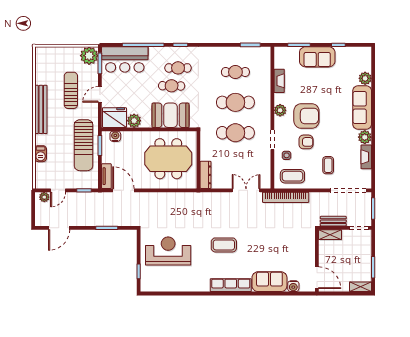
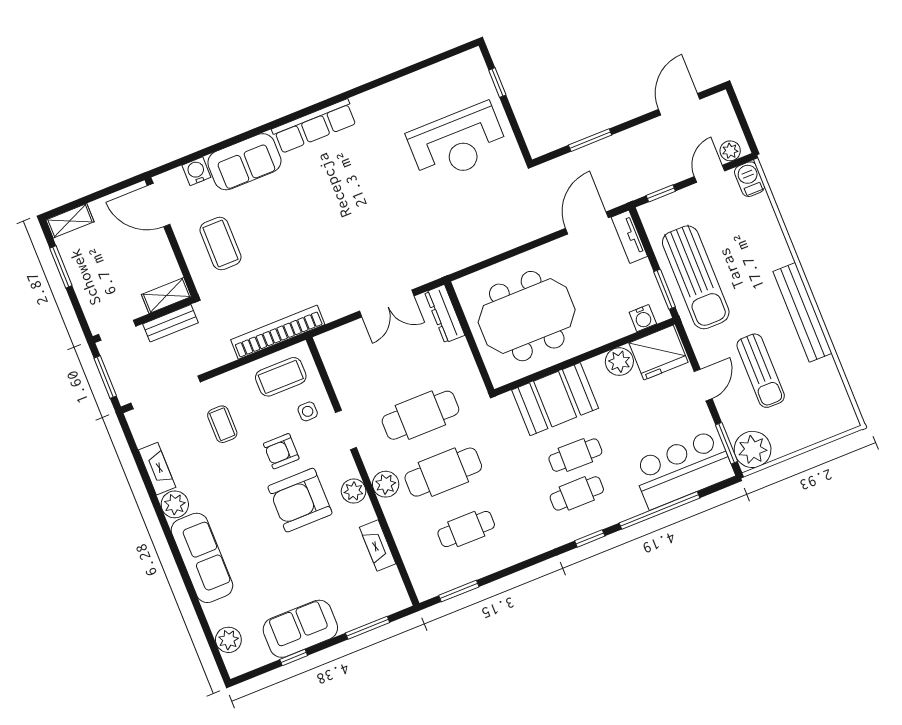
sofa: (317, 57) -> (300, 629), moved
plant: (365, 78) -> (228, 640), moved
plant: (264, 107) -> (386, 484), added
sun lounger: (83, 145) -> (696, 277), turned 180
barbecue: (41, 154) -> (750, 179), moved
door: (123, 190) -> (587, 223), swing flipped
double door: (246, 190) -> (387, 304), moved
coffee table: (224, 245) -> (220, 244), moved, turned 90

